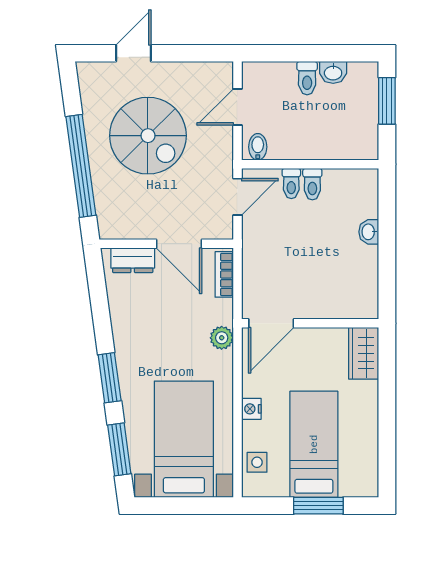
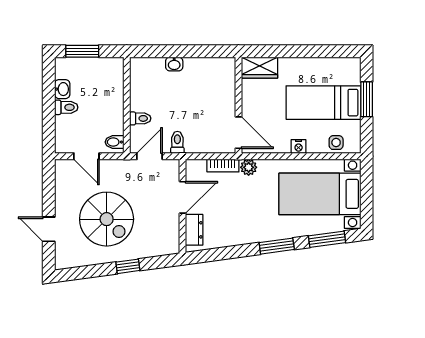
spiral stairs: (148, 136) -> (107, 219), turned 90
window: (81, 166) -> (128, 266), width x0.32
toilet: (312, 184) -> (177, 142), moved, turned -90
door: (237, 197) -> (150, 156), hinge flipped
bookcase: (224, 274) -> (223, 166), moved

